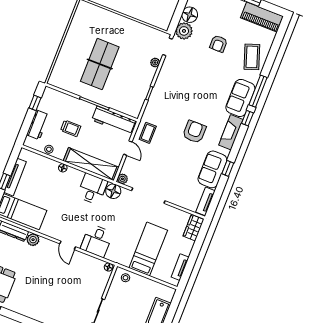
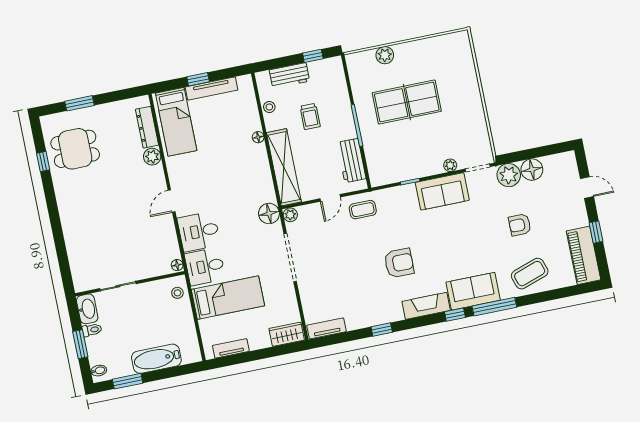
plant: (63, 59) -> (385, 55), added
workbench: (114, 121) -> (351, 161), width x0.73
sofa: (212, 169) -> (442, 191), moved, turned 180
desk: (92, 189) -> (205, 266), moved, turned 180

